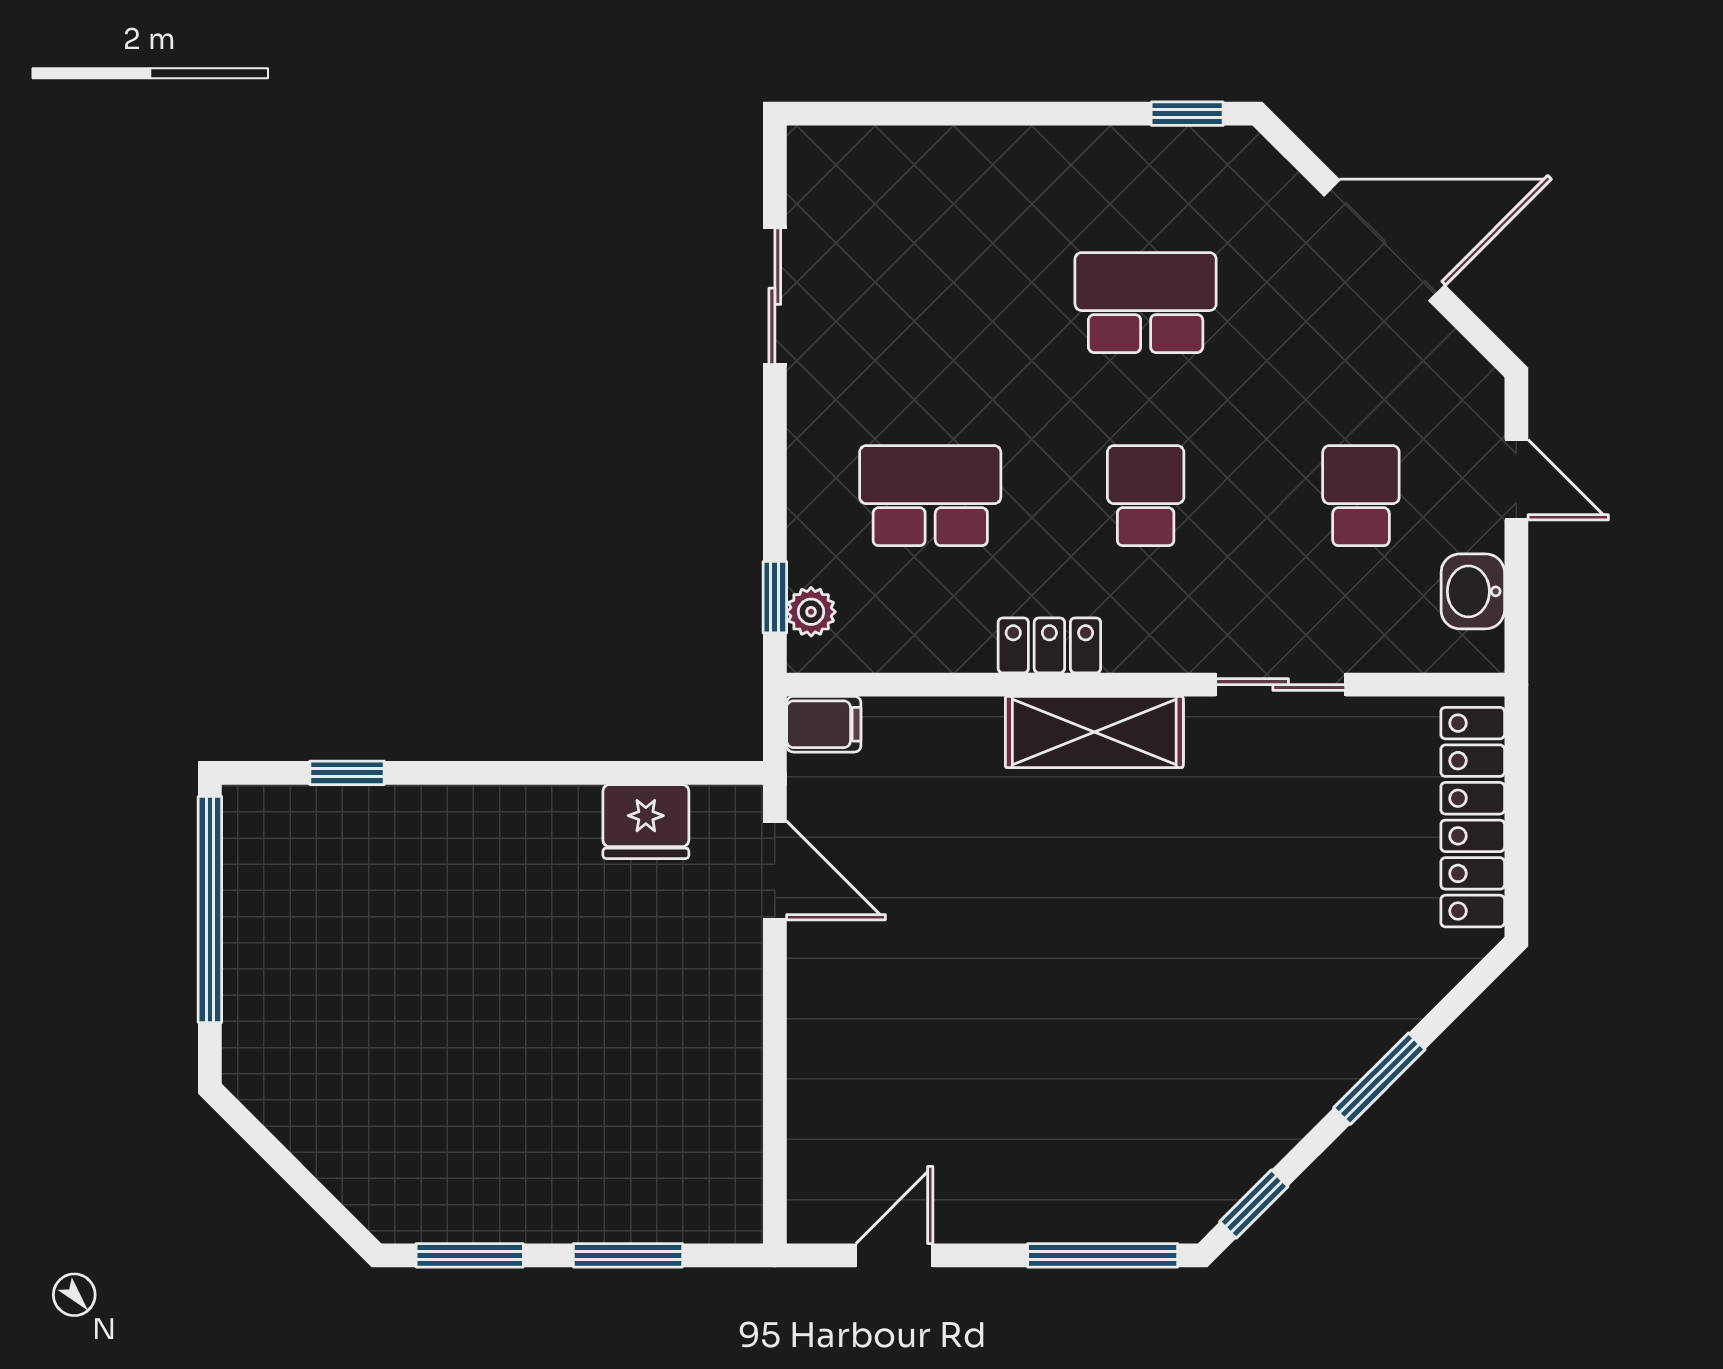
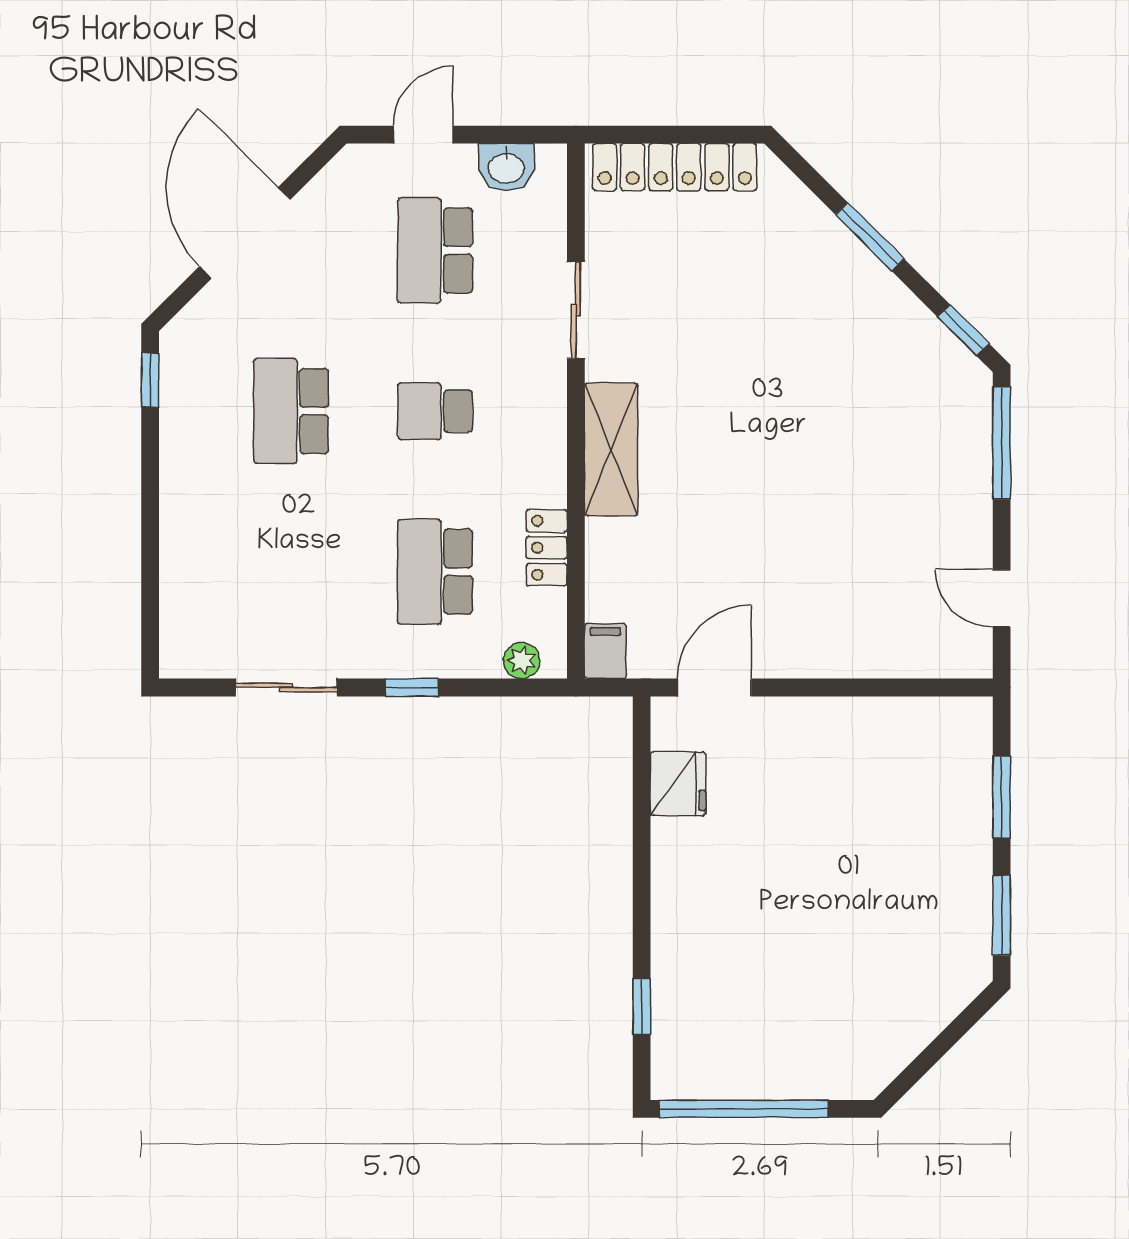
school desk: (1361, 496) -> (435, 250), width x1.85
window: (775, 597) -> (412, 688), moved
locker: (1049, 645) -> (547, 548), moved

